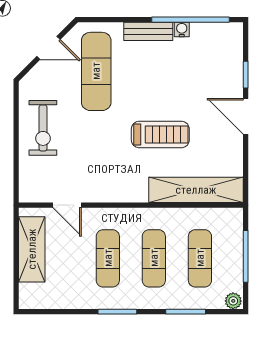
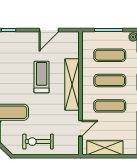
door: (246, 116) -> (49, 30), moved
exercise bike: (43, 128) -> (38, 142), turned 180
shelving: (196, 190) -> (72, 85), moved

